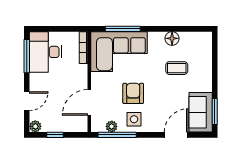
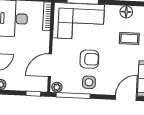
armchair: (133, 93) -> (89, 59), turned 90
plant: (112, 126) -> (57, 87), moved
window: (55, 135) -> (33, 94), moved

